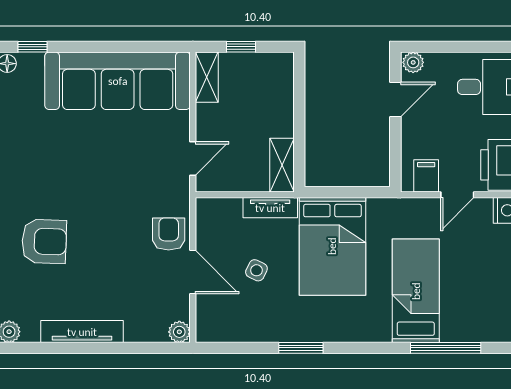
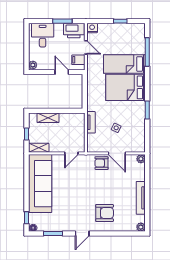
door: (395, 100) -> (62, 72), moved
door: (193, 158) -> (71, 153), swing flipped
shelving: (282, 165) -> (48, 118), moved
armchair: (44, 241) -> (105, 213), turned 88
bed: (332, 246) -> (126, 87), moved, turned 180
door: (193, 272) -> (117, 153), swing flipped

